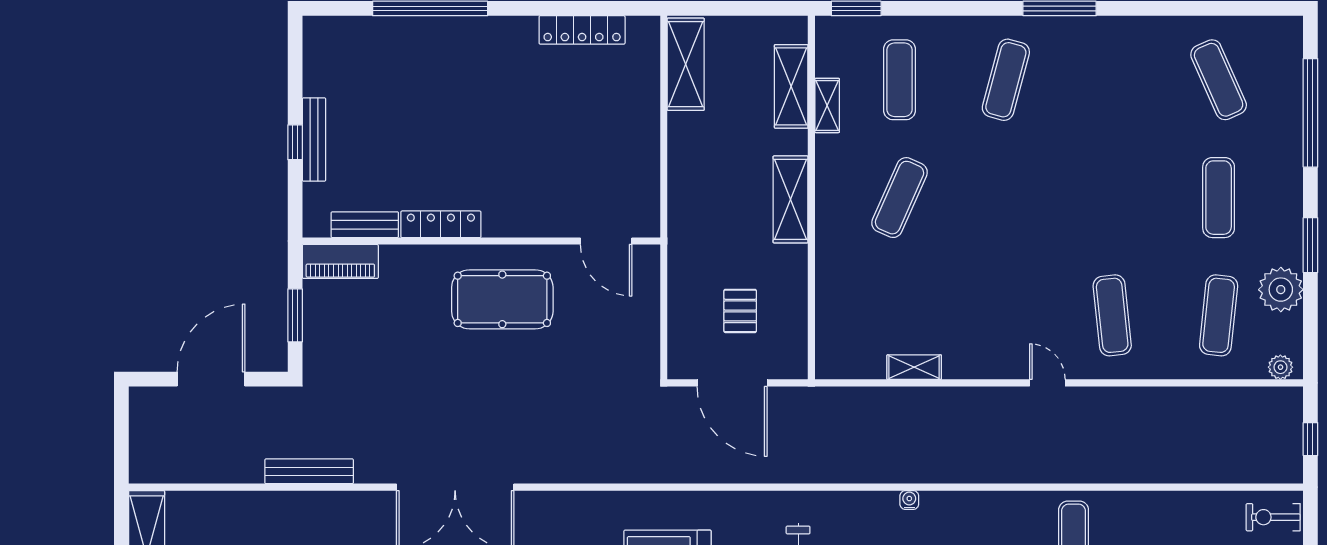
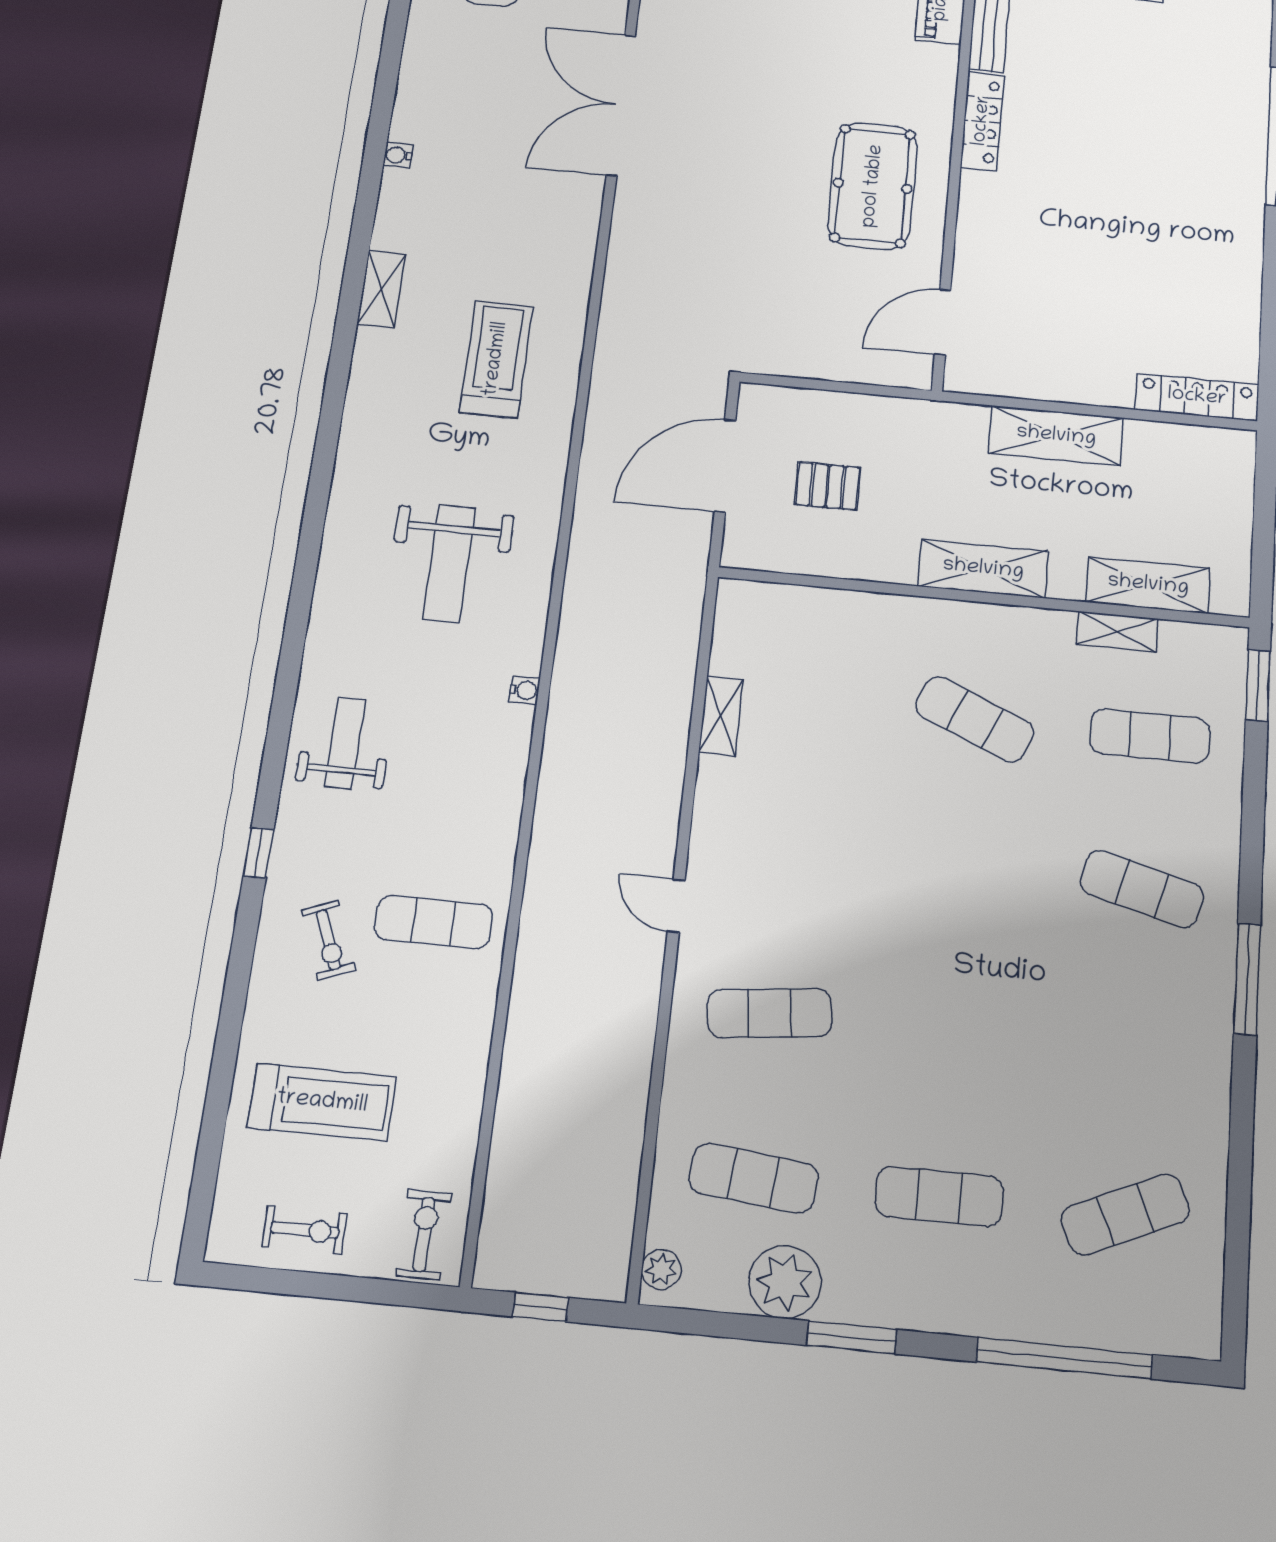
locker: (582, 30) -> (1197, 397), moved, turned 90
shelving: (686, 64) -> (1056, 436), moved
door: (1047, 383) -> (676, 906), swing flipped

